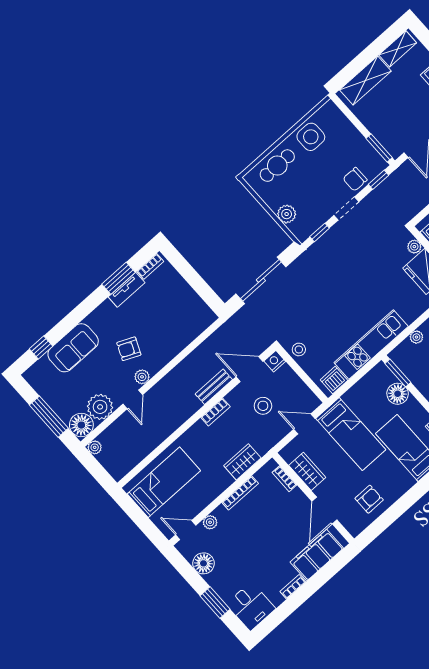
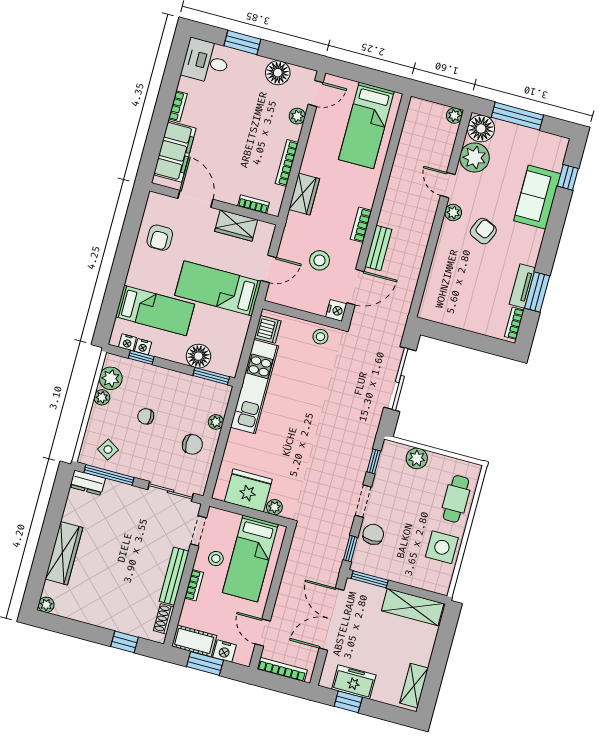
shelving: (365, 81) -> (413, 607), moved, turned 90

